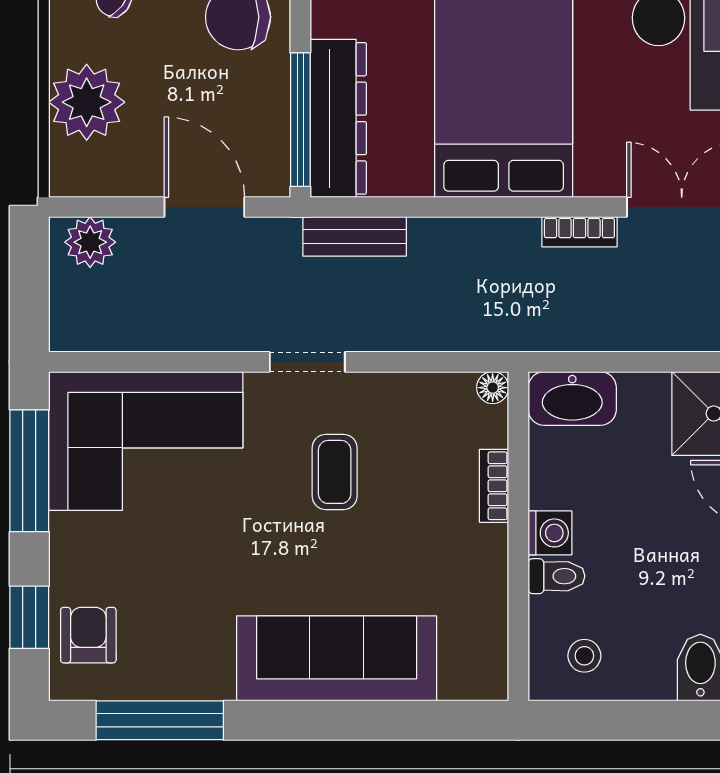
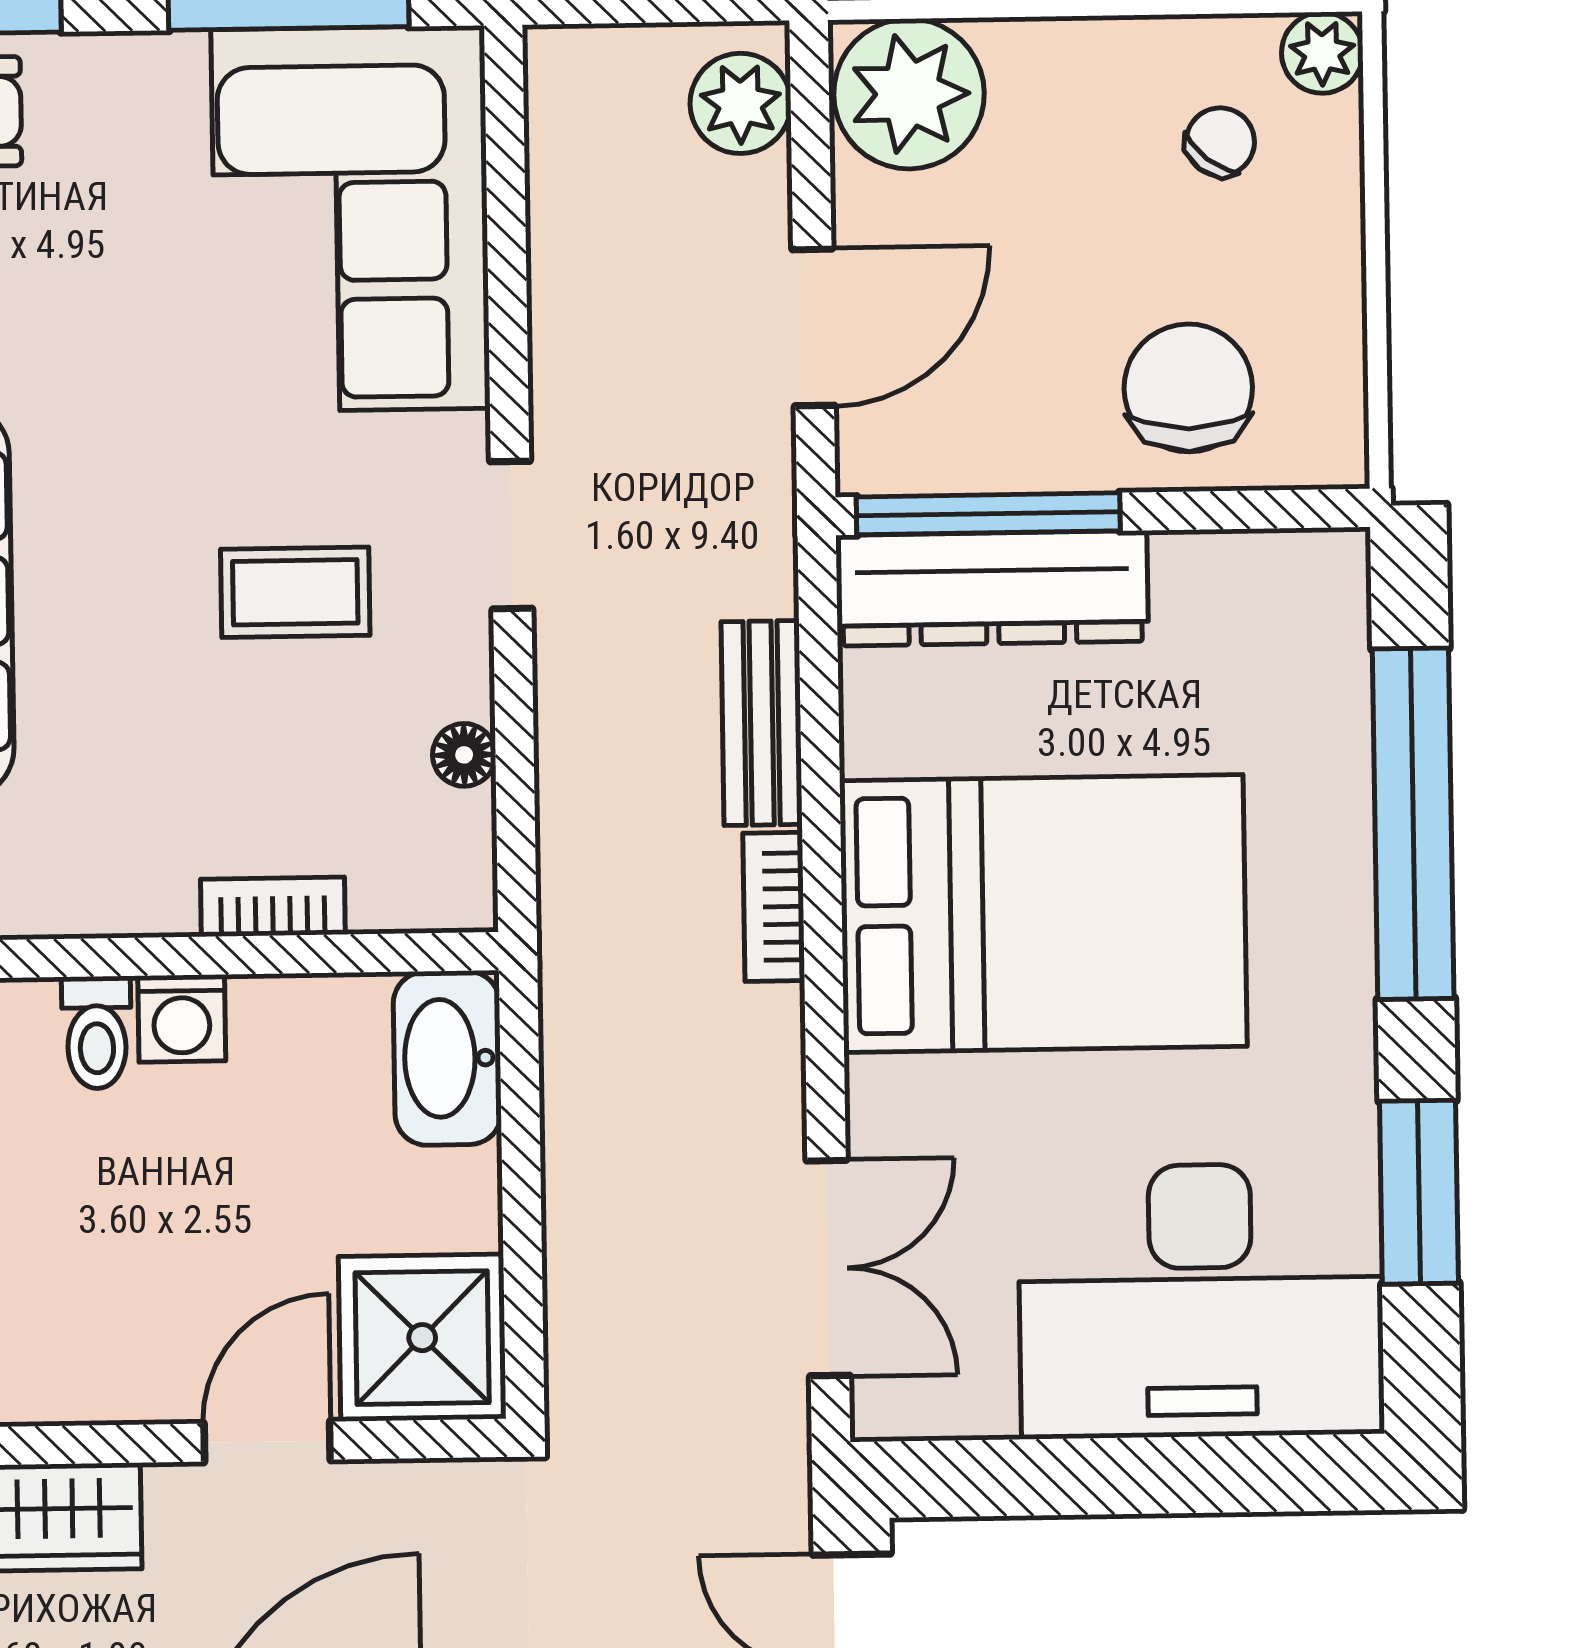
plant: (87, 102) -> (909, 94), moved
bookcase: (579, 232) -> (774, 907), moved
bench: (355, 236) -> (762, 723), moved
floor lamp: (493, 388) -> (464, 755), moved

